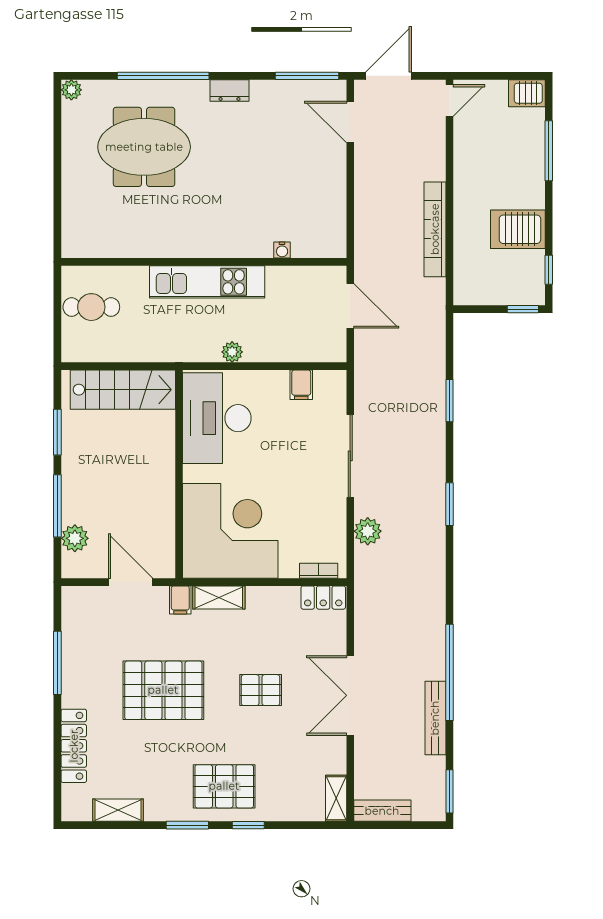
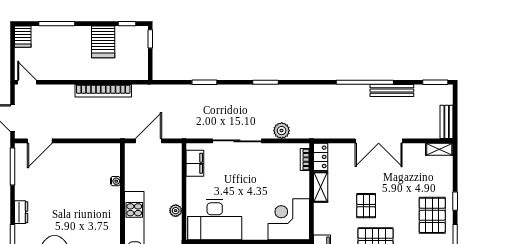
filing cabinet: (301, 385) -> (195, 163), width x2.00
corner desk: (230, 531) -> (289, 219), width x0.74, depth x0.74
shelving: (219, 597) -> (321, 187), moved
pallet: (261, 690) -> (366, 206), moved

